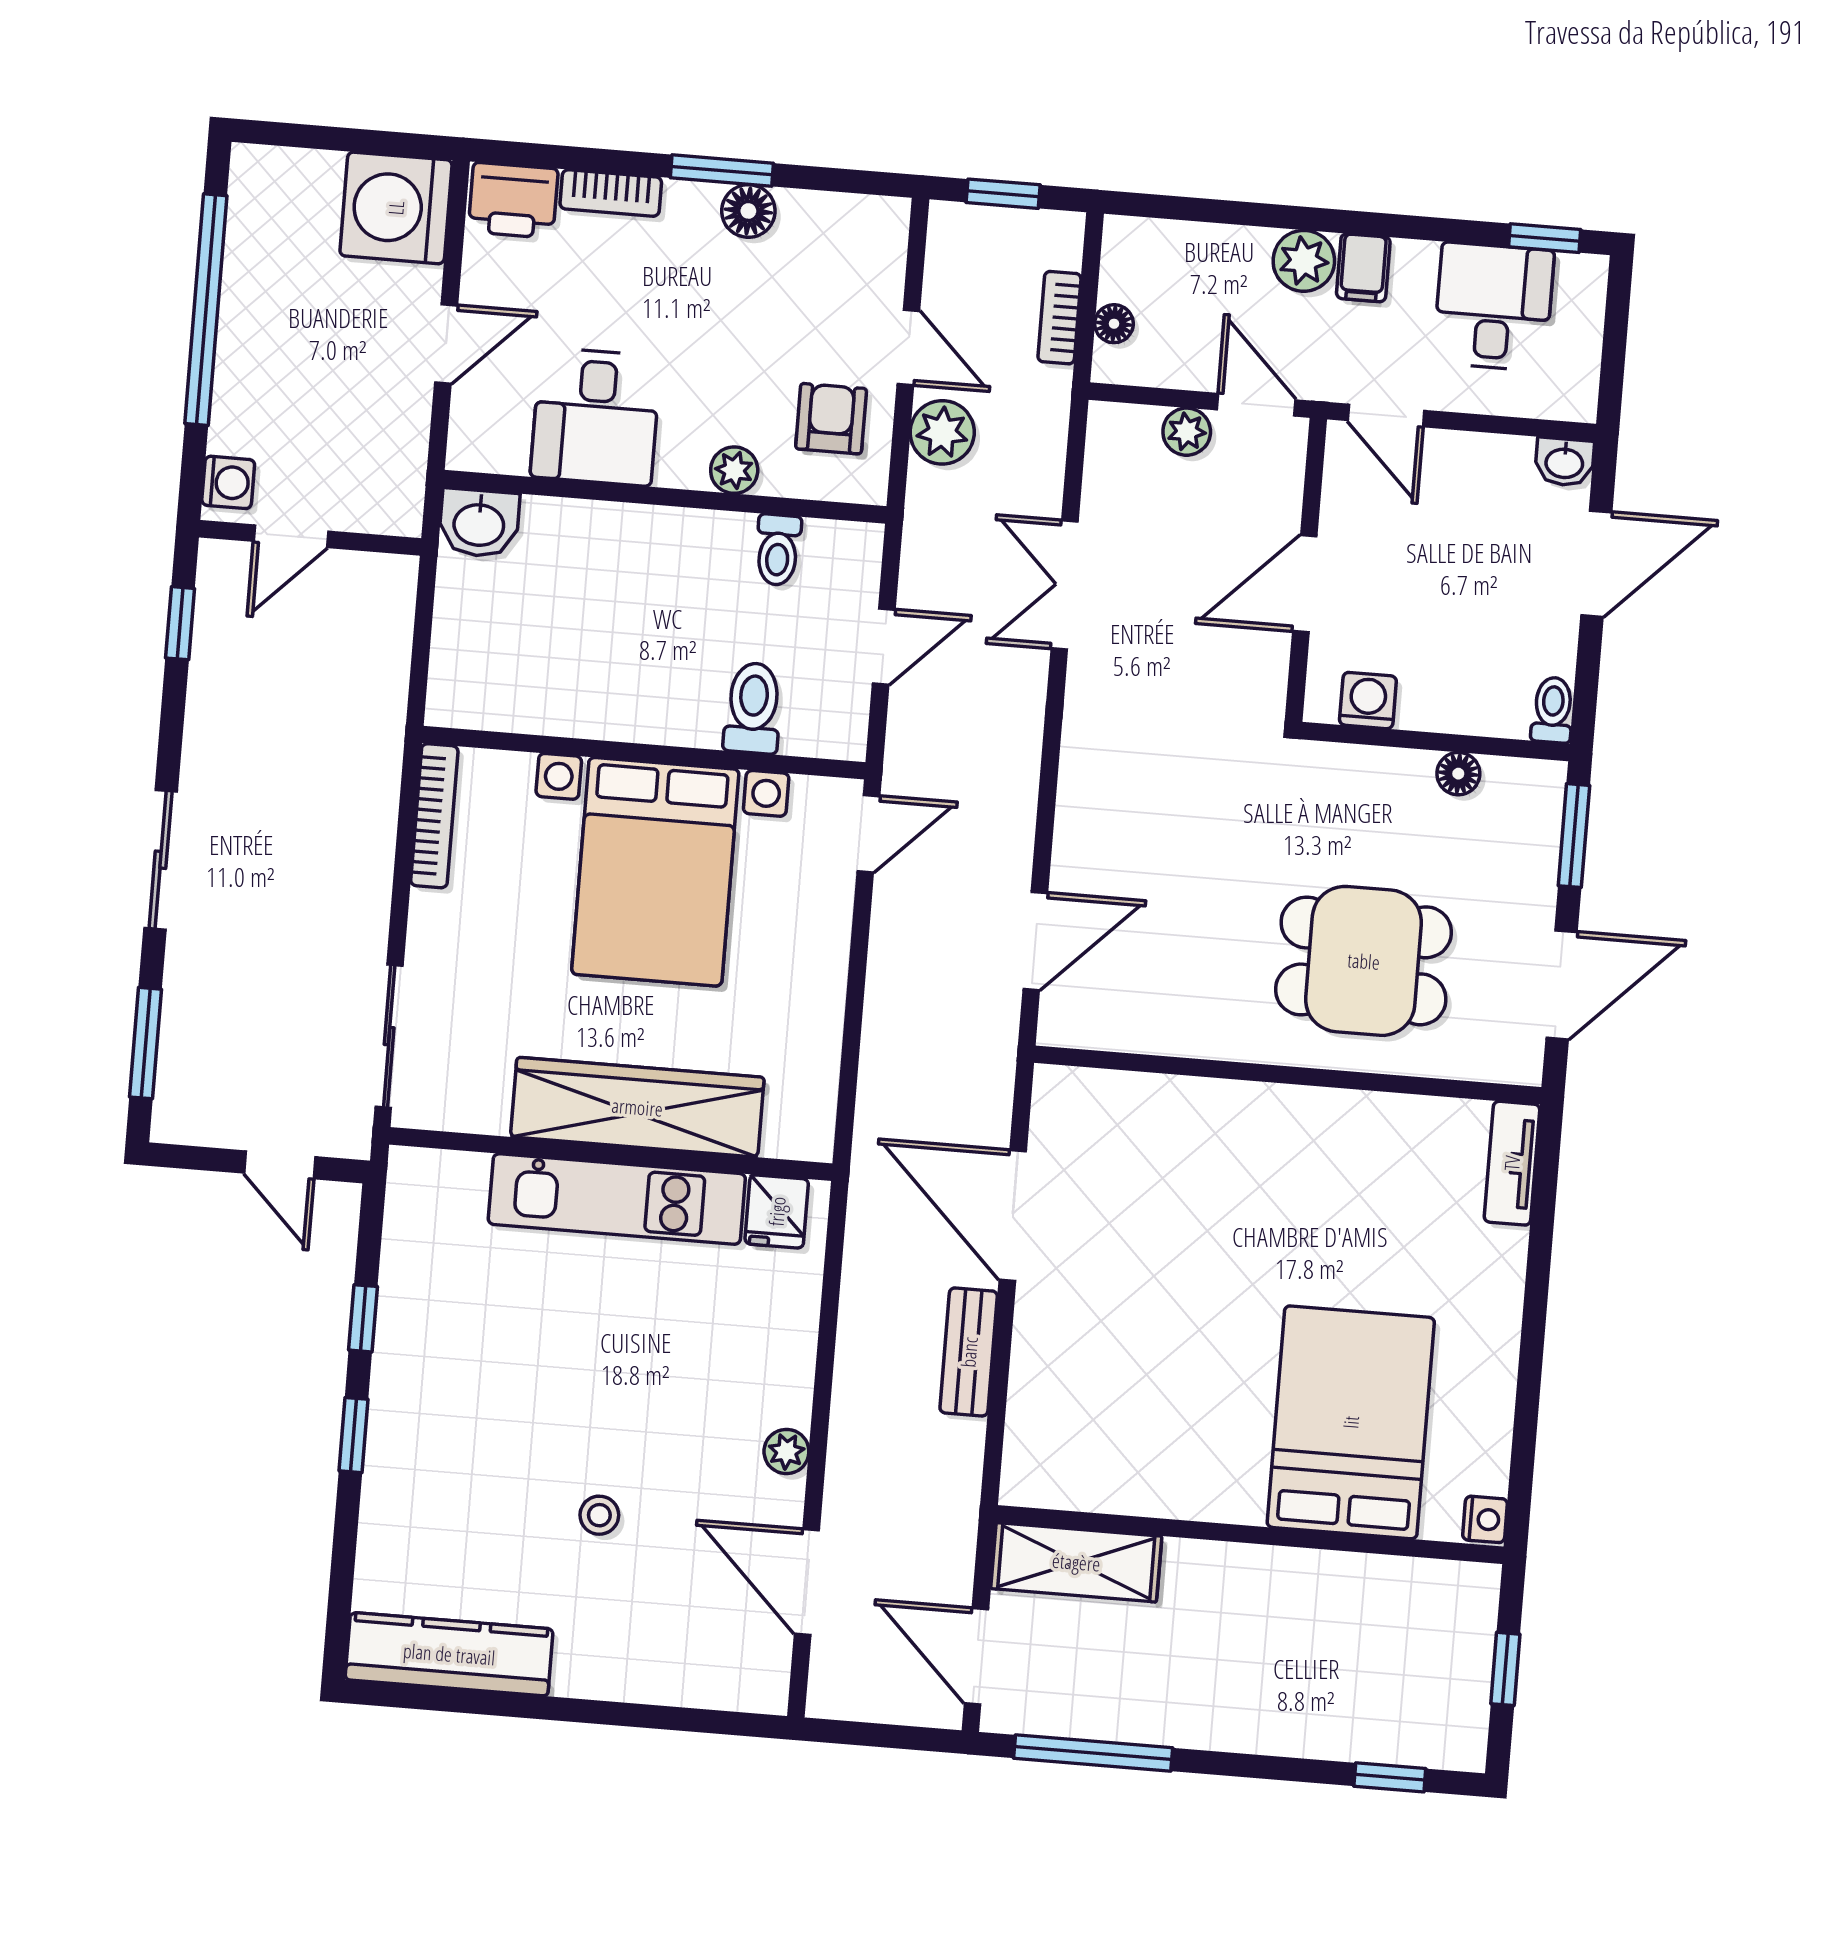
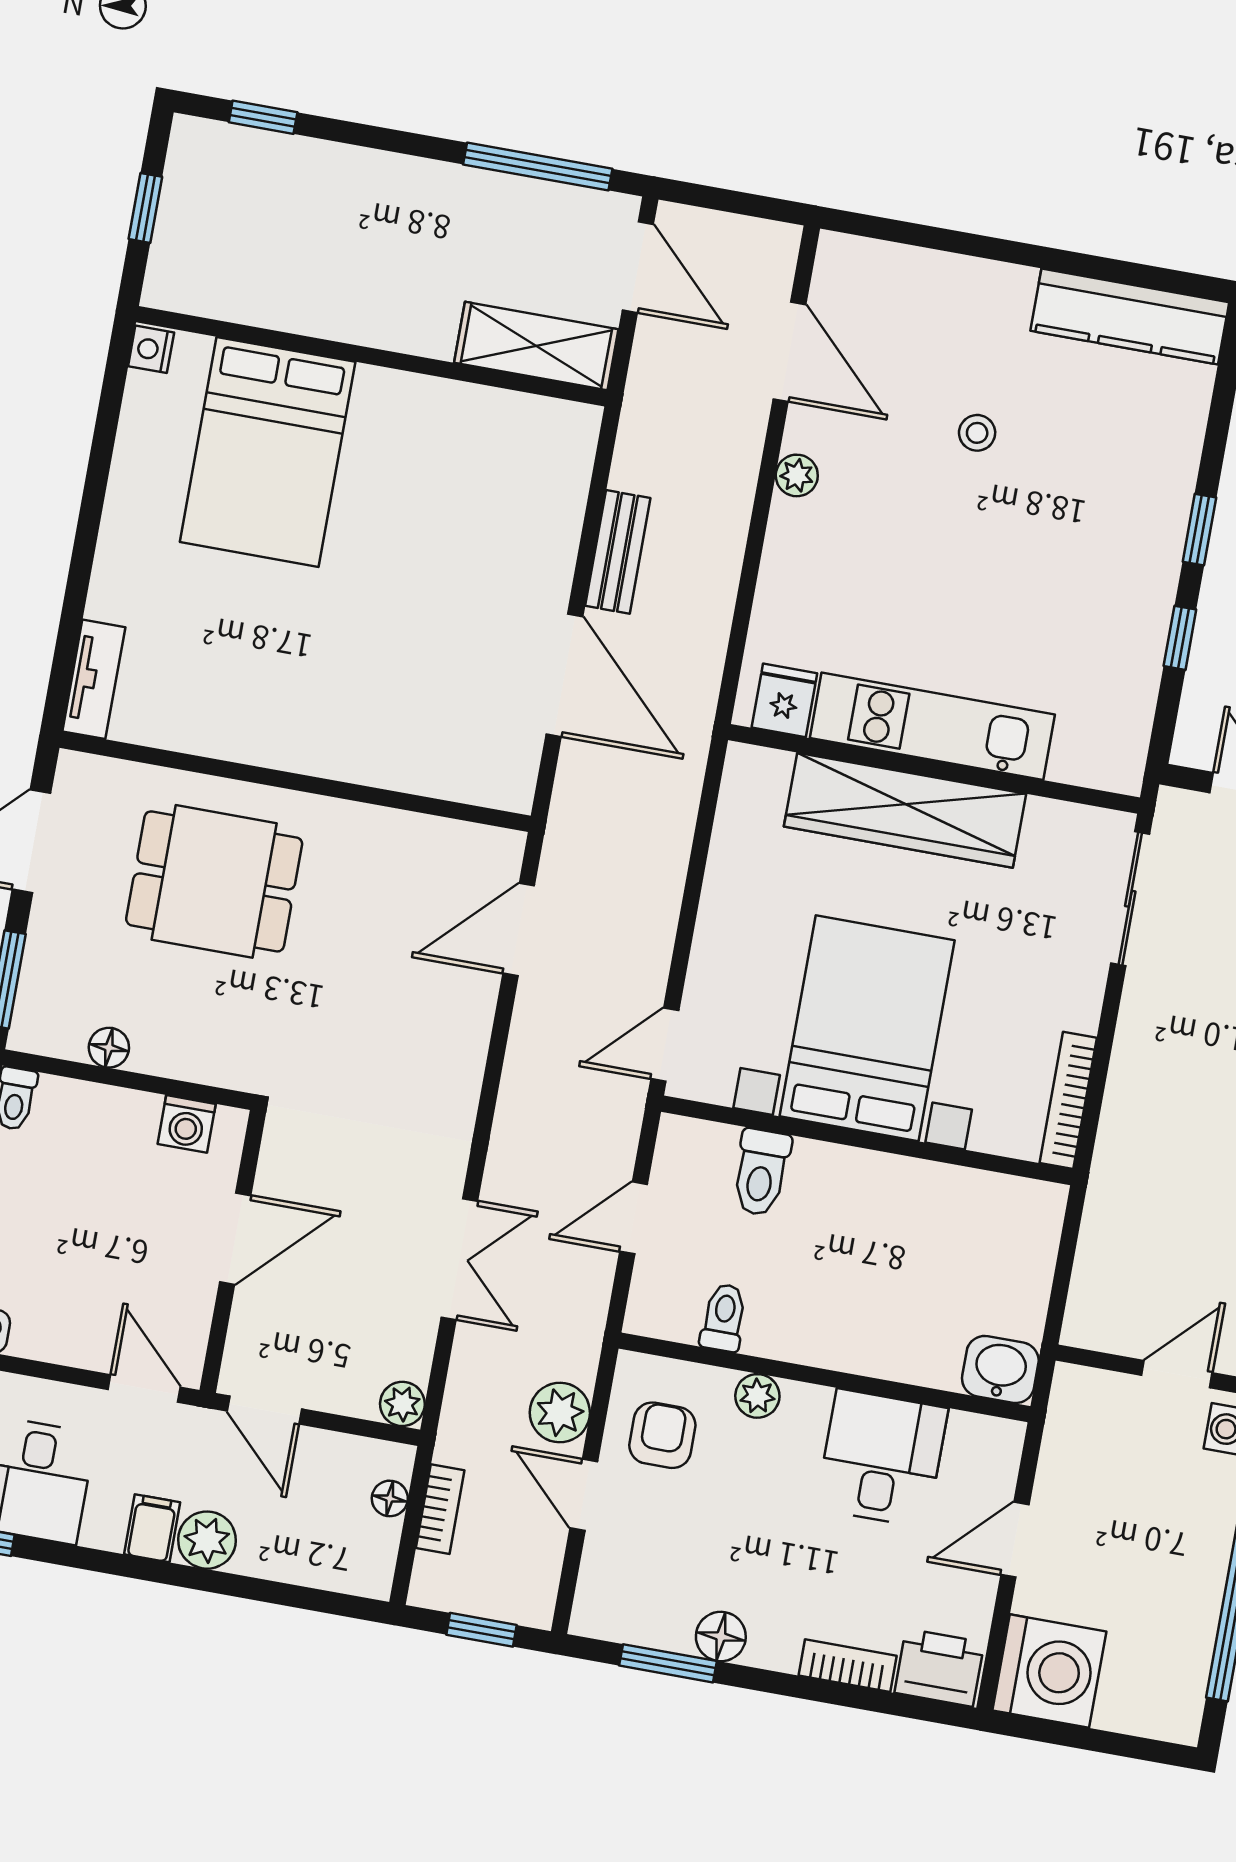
window: (722, 171) -> (668, 1663), moved
armchair: (831, 419) -> (662, 1435), turned 180
plant: (1187, 432) -> (402, 1404), moved

